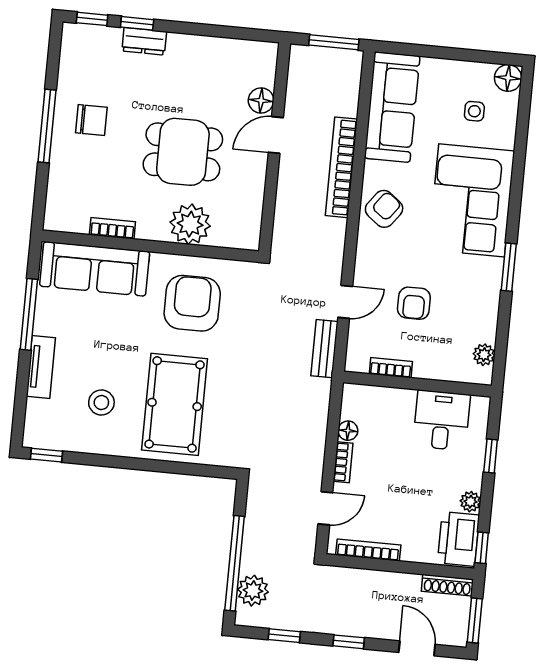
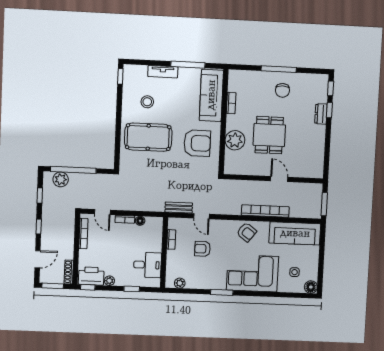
floor lamp: (261, 100) -> (295, 171), removed

